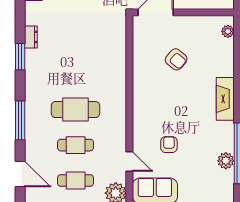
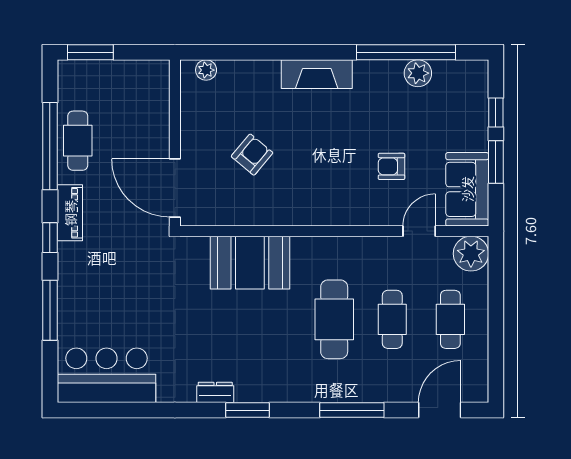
booth: (110, 58) -> (250, 263), added

